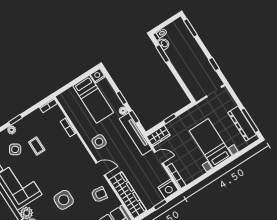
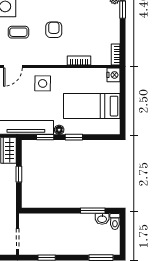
nightstand: (98, 76) -> (113, 75), moved
coffee table: (37, 146) -> (18, 32), moved
armchair: (58, 157) -> (54, 30), added

